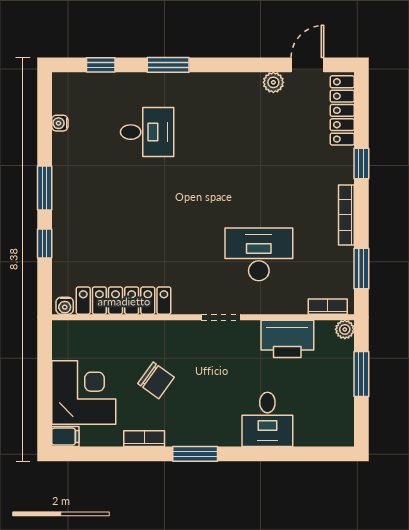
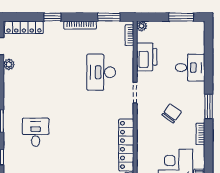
window: (361, 374) -> (181, 17), moved
chair: (156, 380) -> (172, 113), moved

